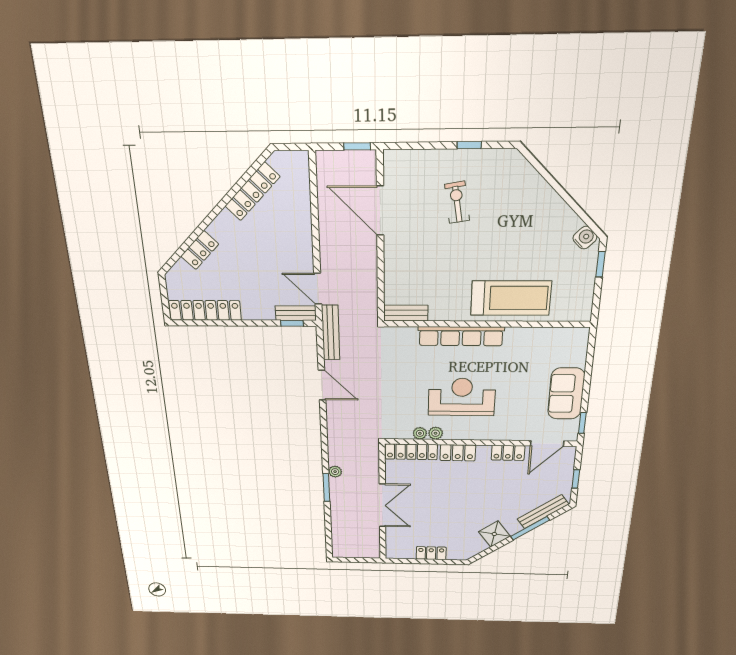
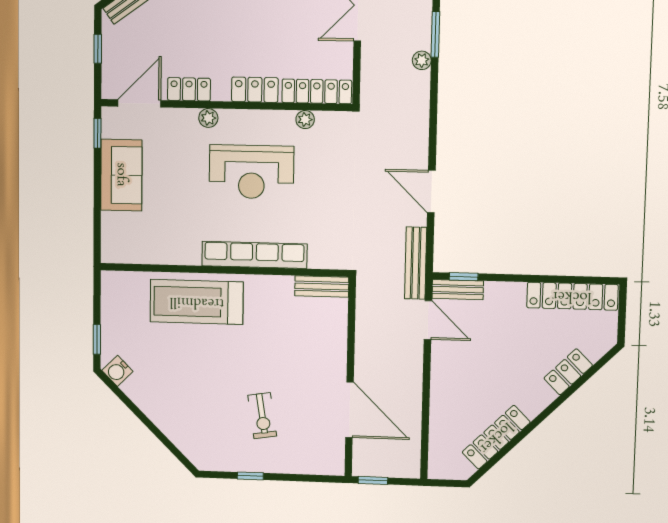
plant: (436, 433) -> (208, 118), moved

